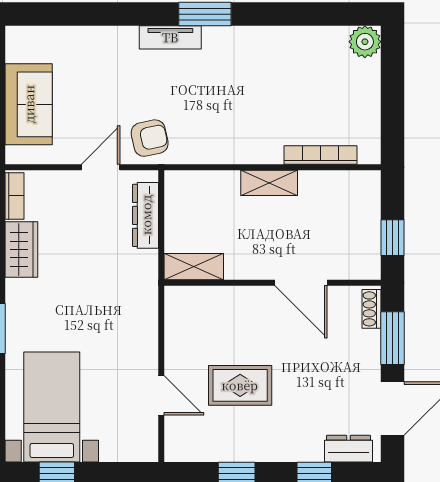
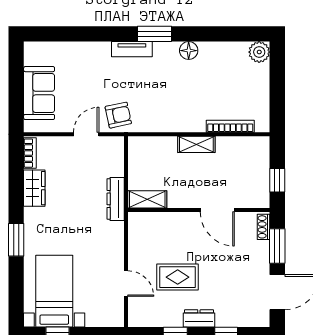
floor lamp: (257, 39) -> (189, 51), added
dresser: (146, 215) -> (116, 199), moved
dresser: (348, 449) -> (199, 318), moved

